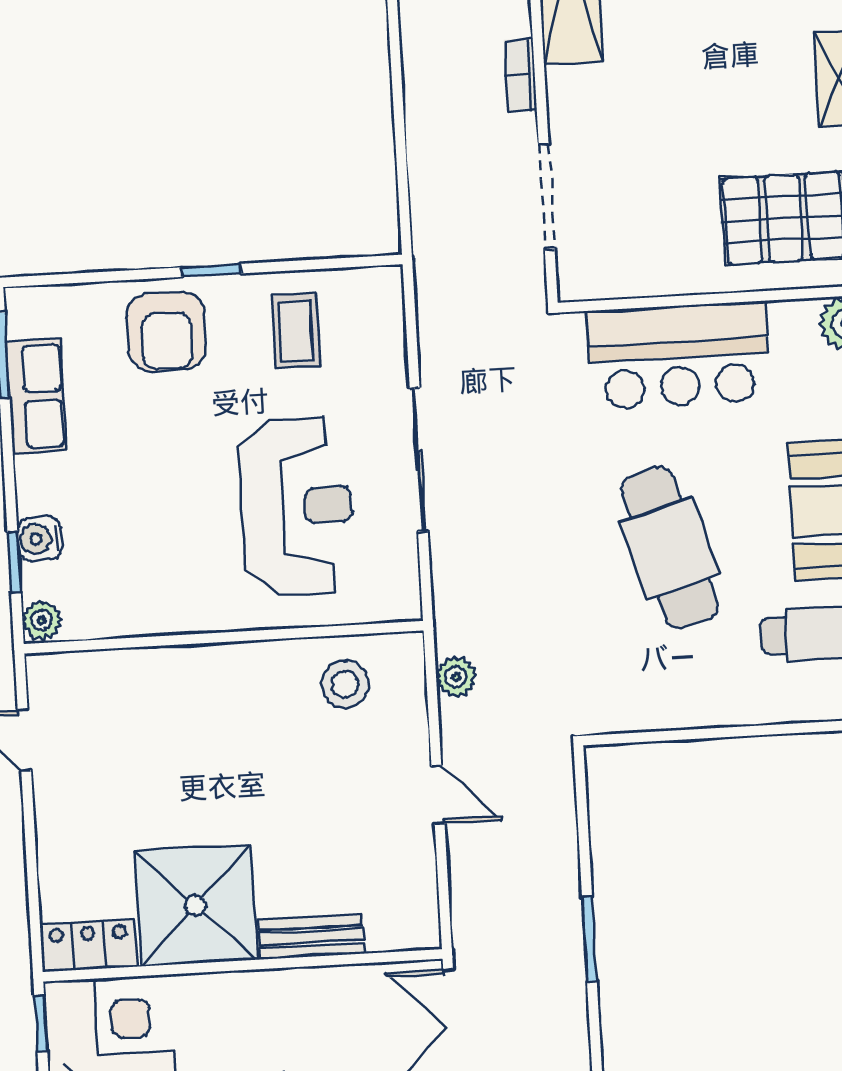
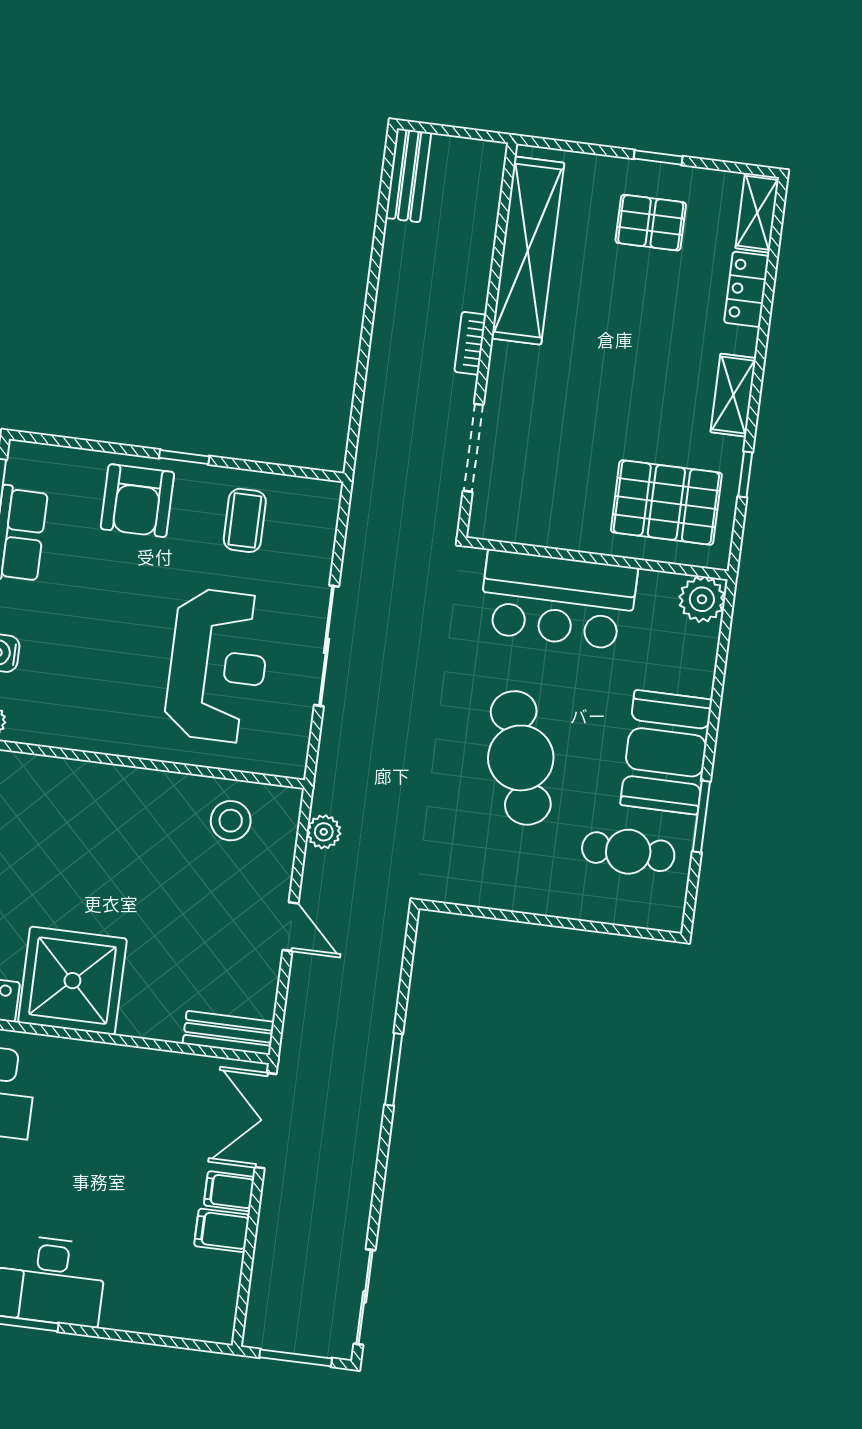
bench: (311, 937) -> (228, 1033), moved

